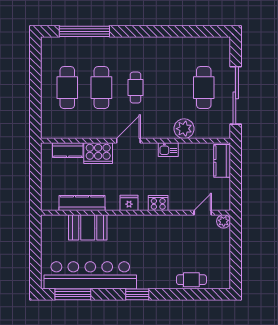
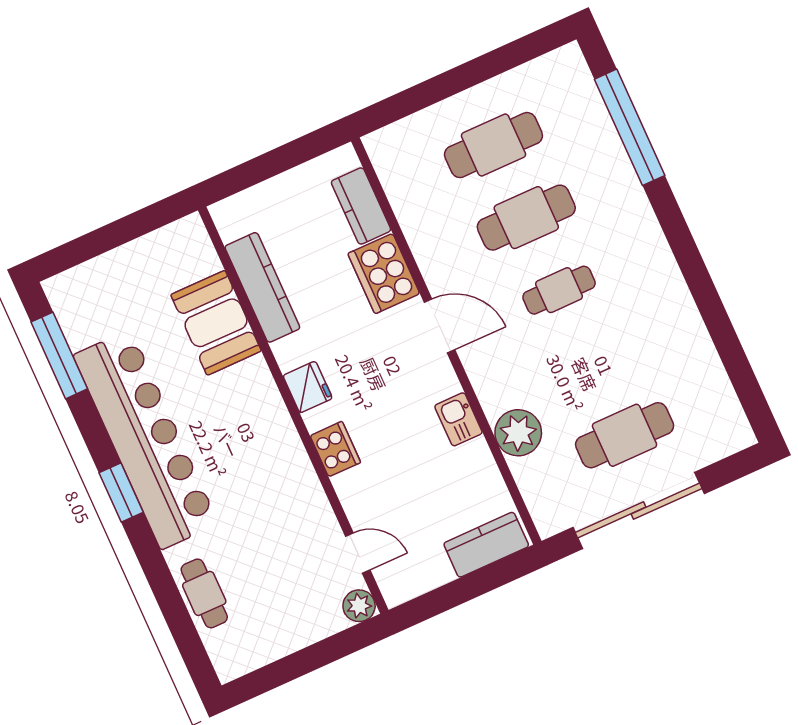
bar counter: (90, 275) -> (146, 440), moved

